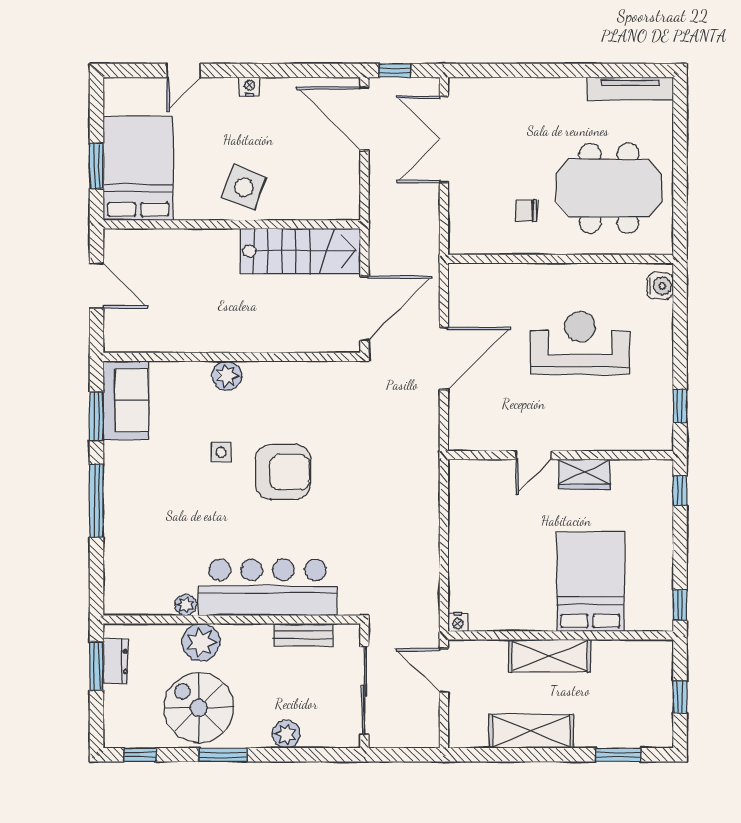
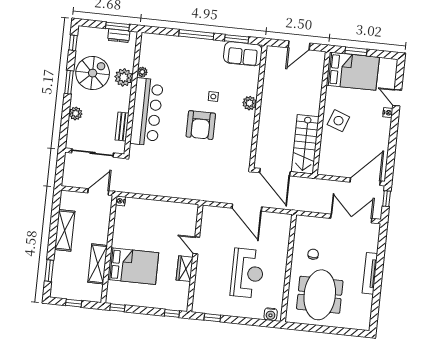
nightstand: (249, 87) -> (388, 113), moved
tv unit: (630, 89) -> (370, 273), moved
shelving: (550, 656) -> (98, 264), moved

